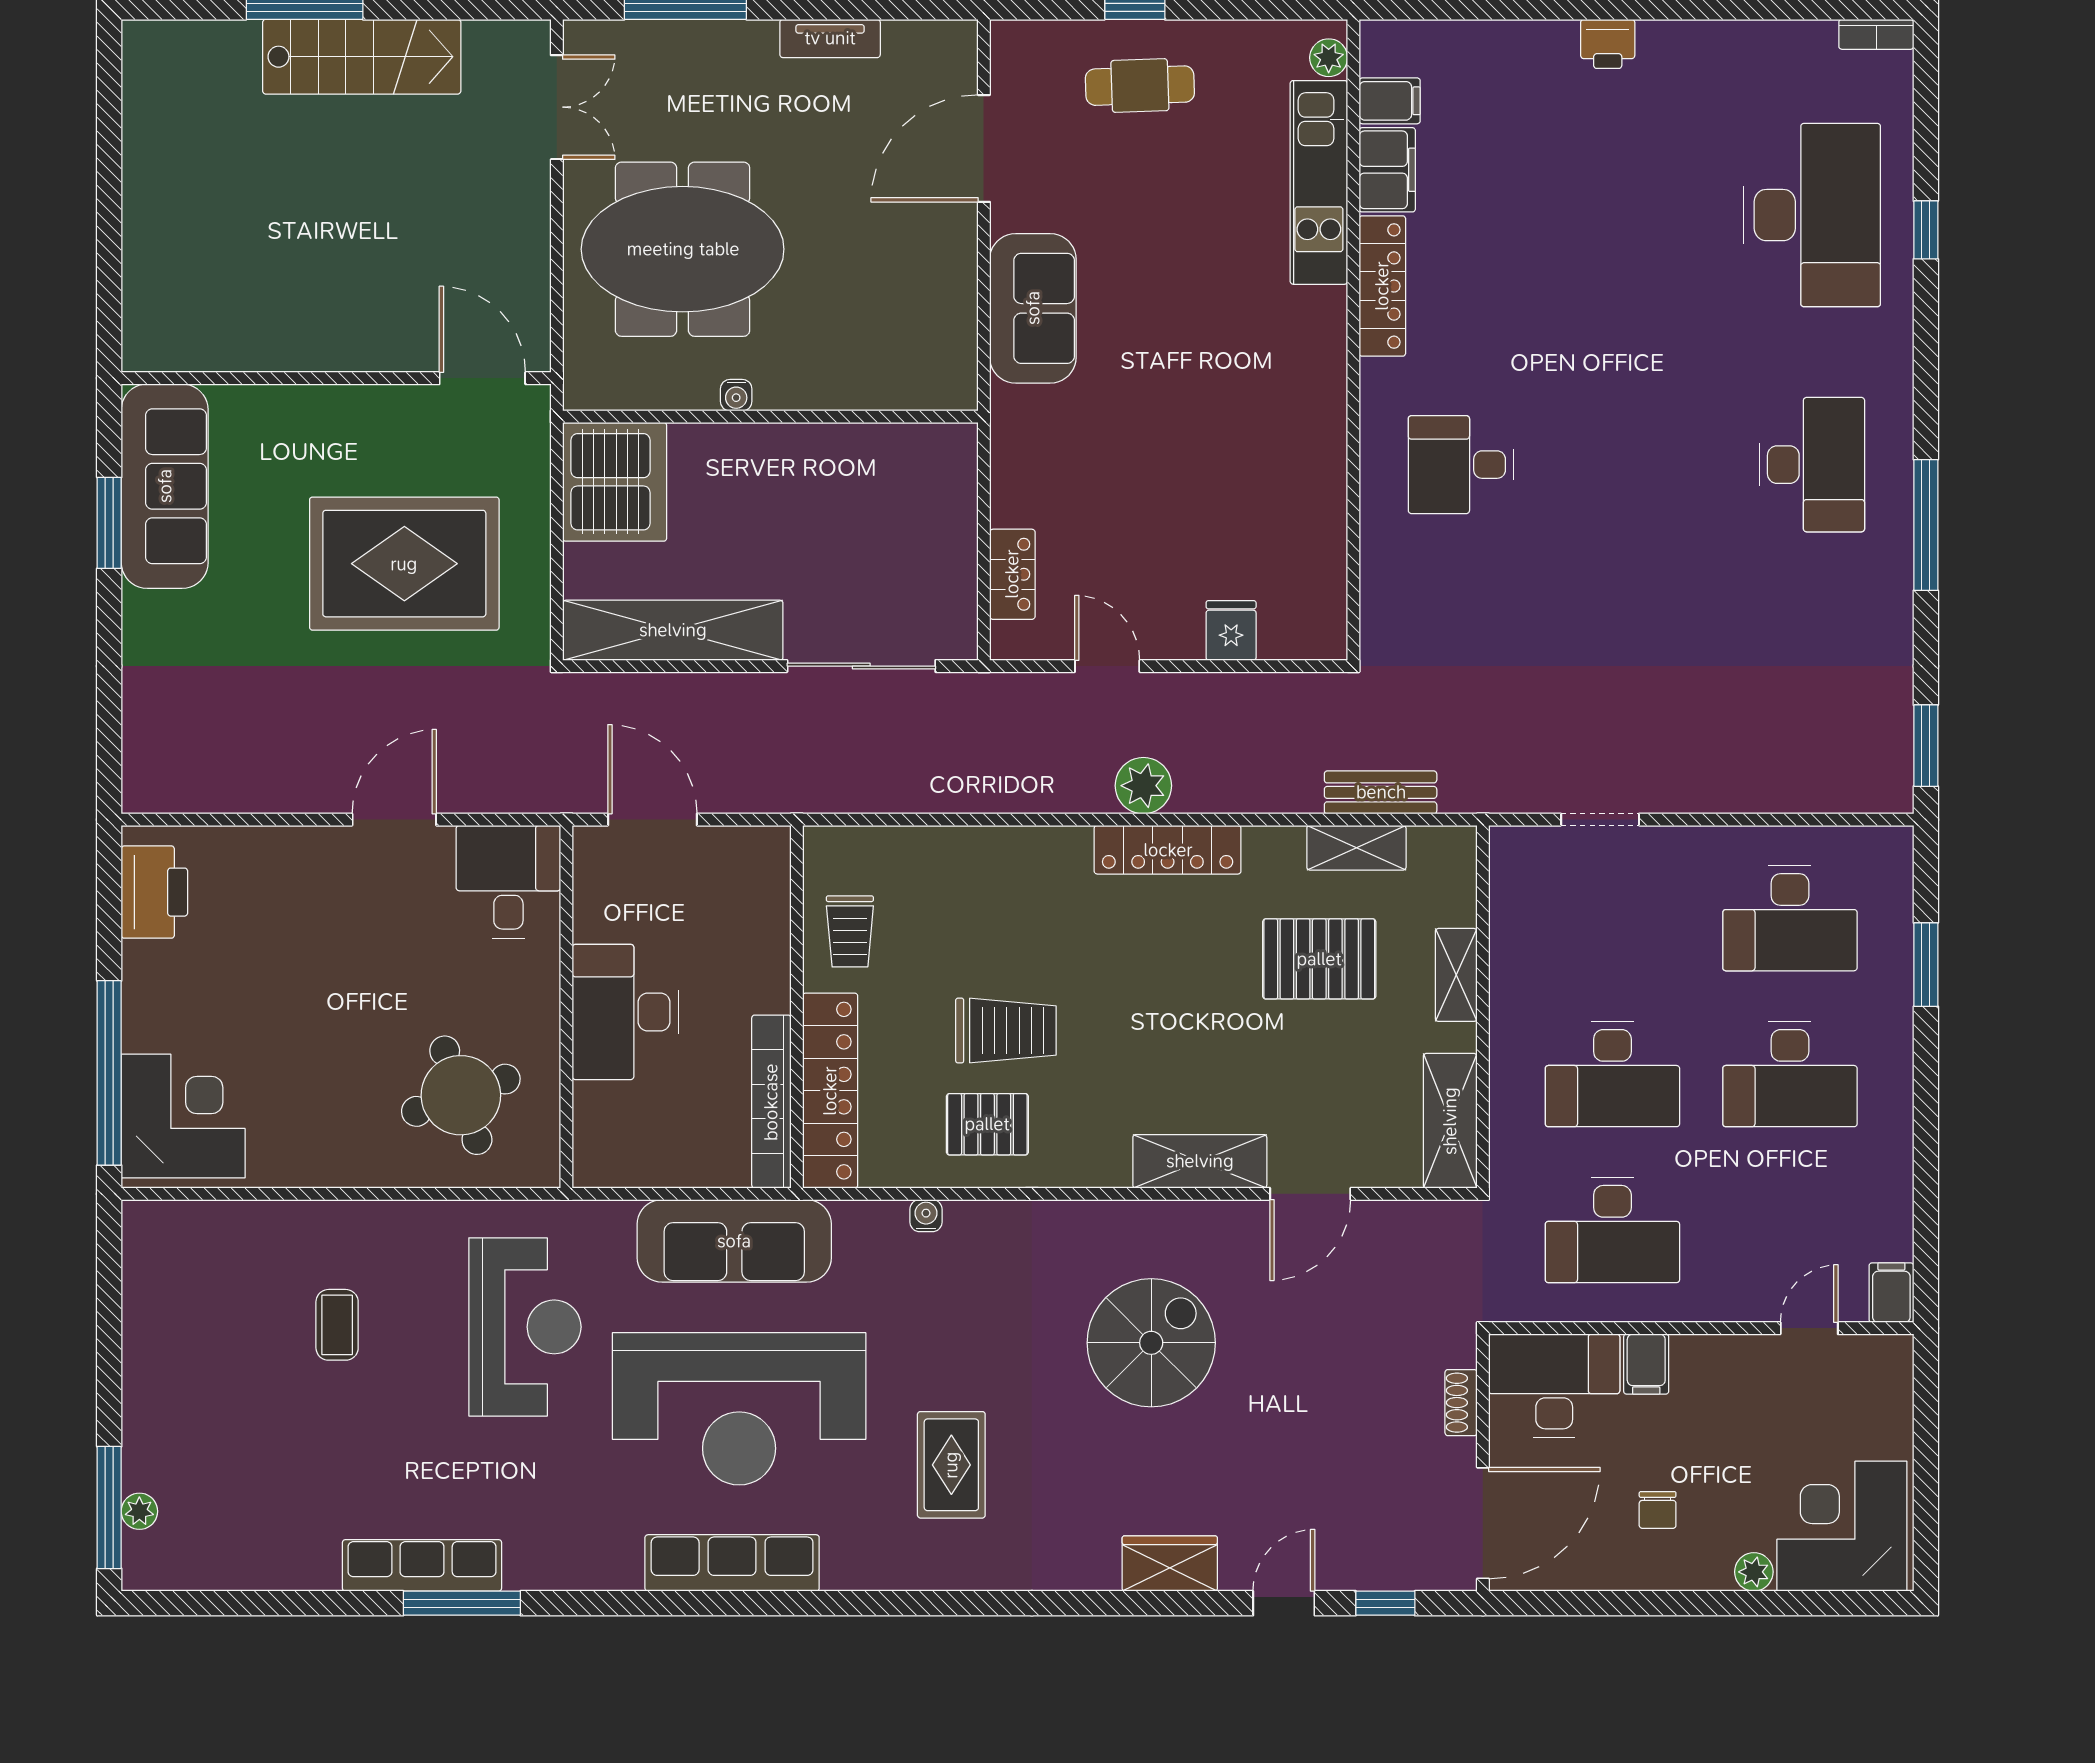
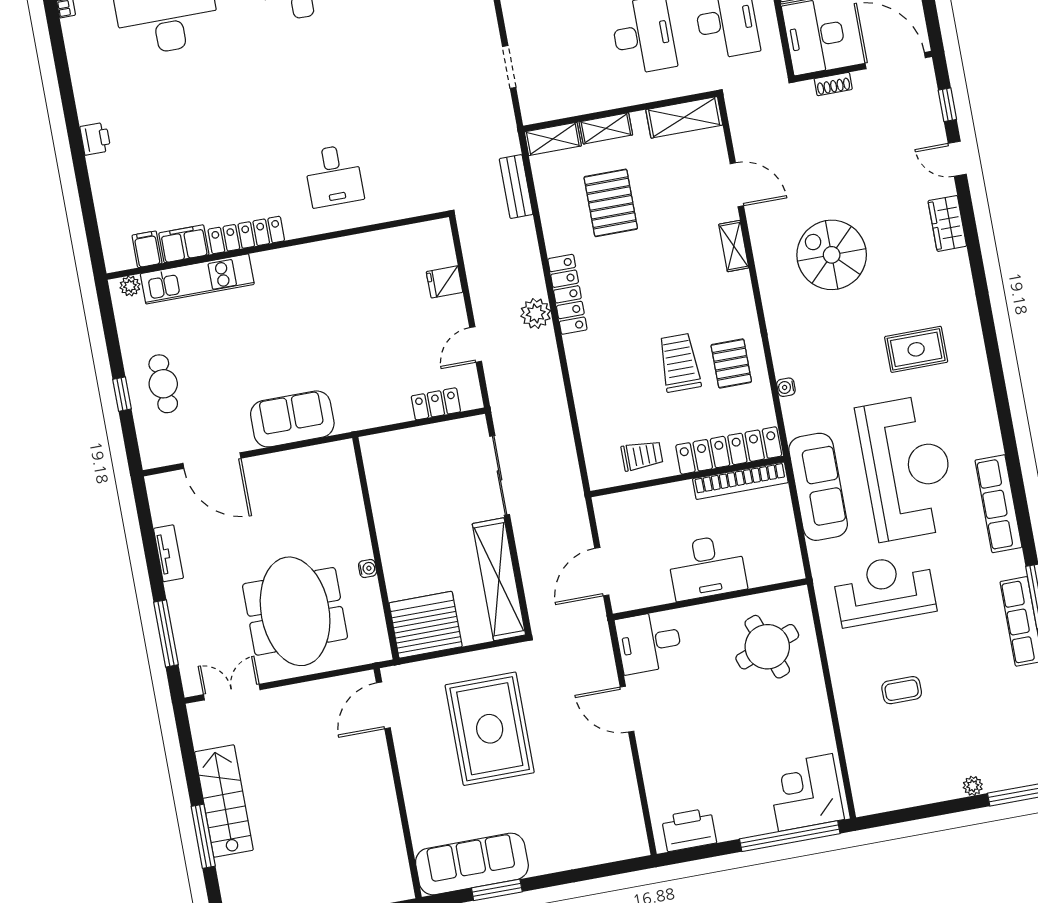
shelving: (1356, 848) -> (553, 139), moved, turned 90
shelving: (1200, 1161) -> (734, 246), width x0.67, depth x0.75
plant: (139, 1511) -> (973, 786), moved
row of seats: (732, 1563) -> (998, 504), moved

